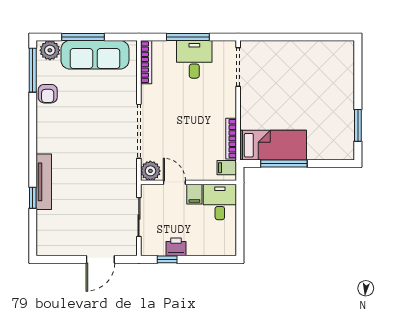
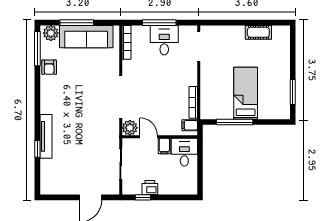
cot: (314, 49) -> (258, 32), added
bed: (273, 145) -> (246, 93), moved, turned -90

